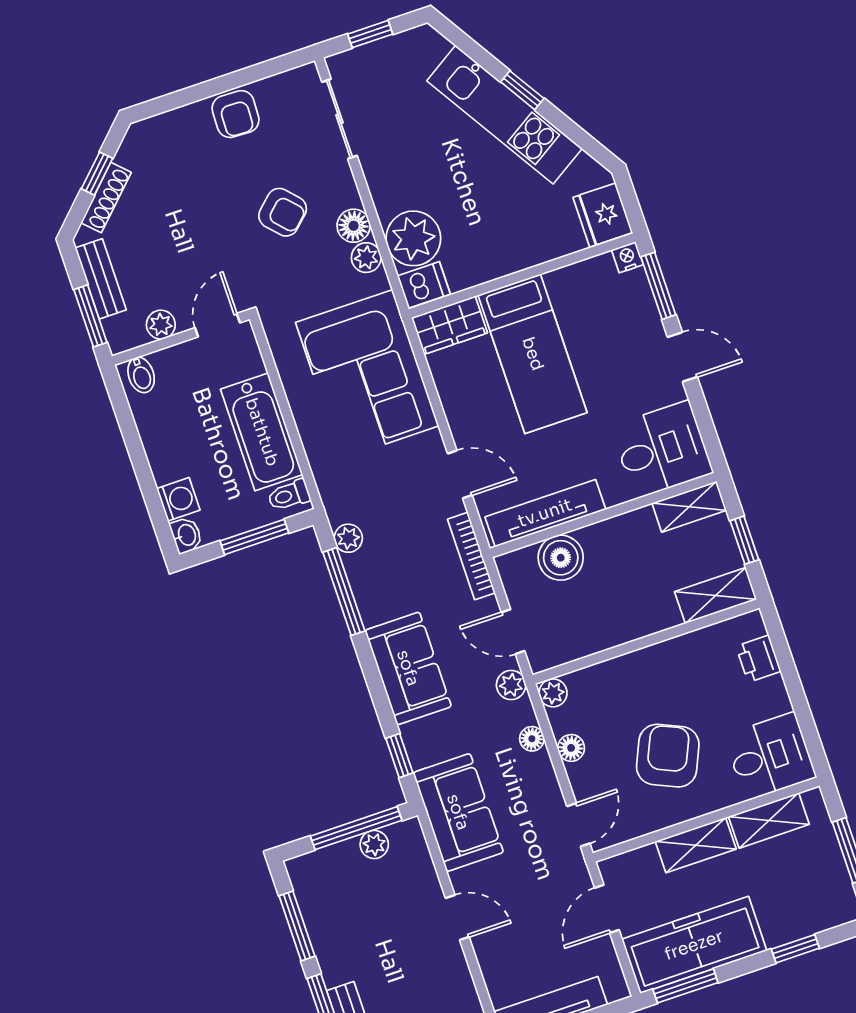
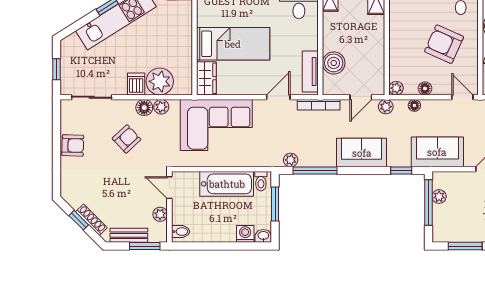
dishwasher: (424, 285) -> (136, 84), moved
tv unit: (545, 513) -> (310, 72), width x0.71

